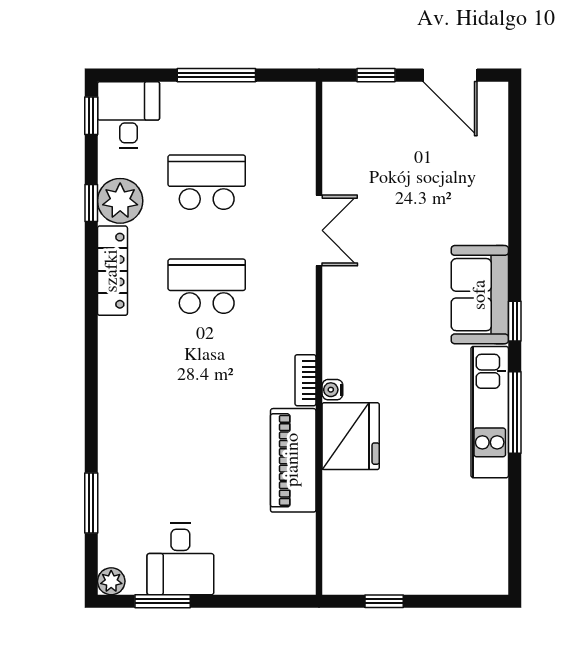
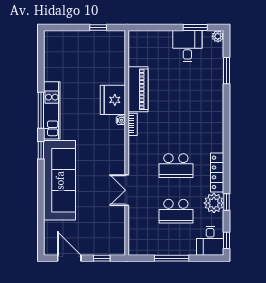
sofa: (480, 295) -> (60, 180), width x1.85, depth x1.27

